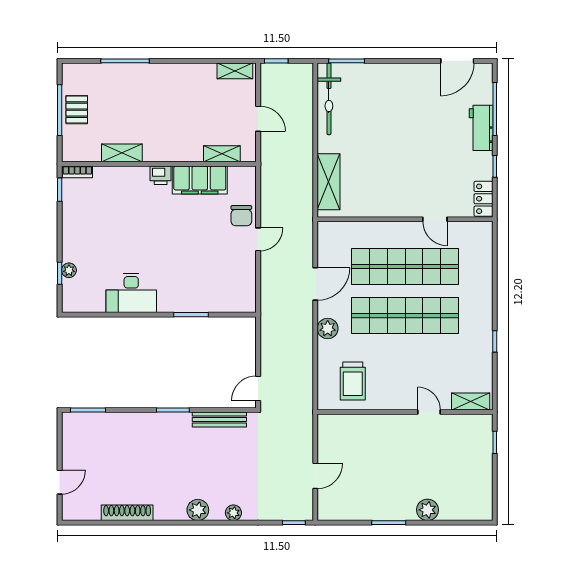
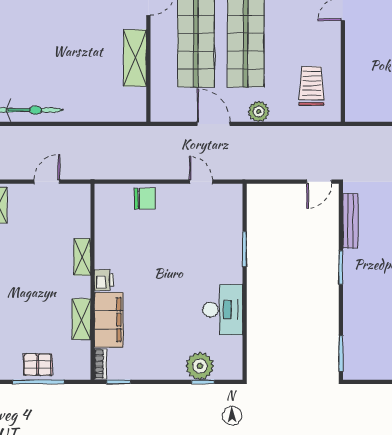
shelving: (222, 154) -> (82, 257), moved
filing cabinet: (200, 180) -> (109, 320), moved
shelving: (329, 182) -> (135, 58), moved, turned 90
door: (258, 239) -> (201, 182), moved
plant: (69, 270) -> (200, 366), width x1.87, depth x1.87
trolley: (353, 381) -> (312, 86), turned -90
door: (258, 388) -> (319, 182), hinge flipped

